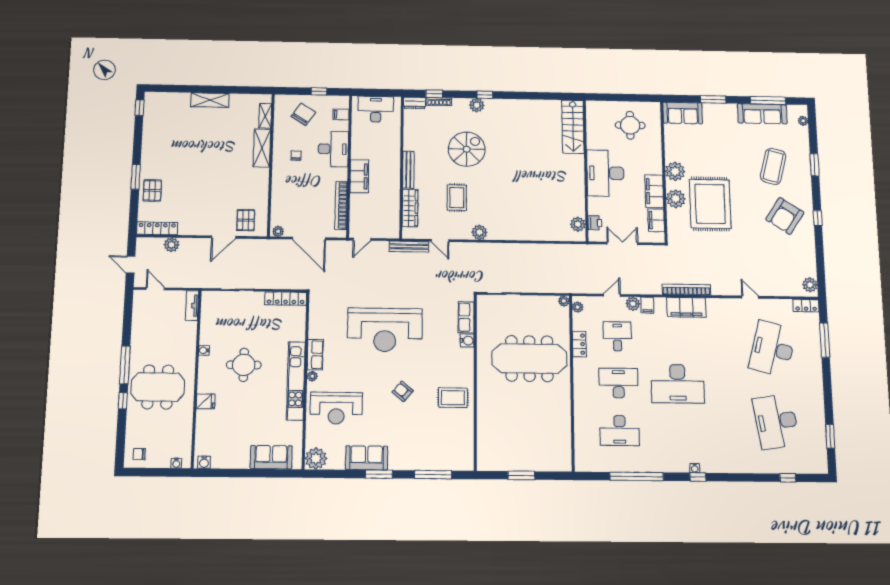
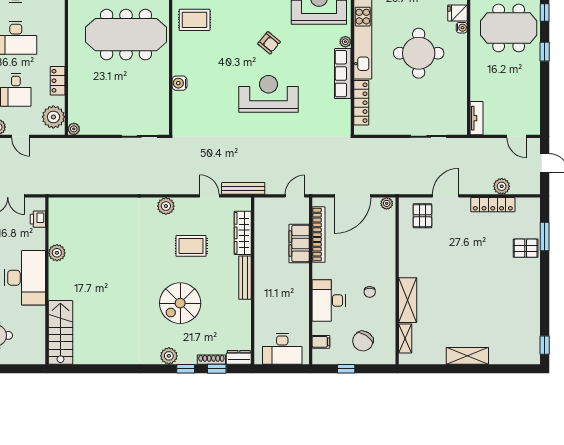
window: (485, 95) -> (186, 369), moved
filing cabinet: (359, 176) -> (299, 243), moved
window: (136, 177) -> (545, 237), moved
pallet: (152, 190) -> (526, 248), turned 90
rug: (457, 198) -> (191, 246), turned 90
plant: (578, 224) -> (57, 253), moved
locker: (157, 228) -> (493, 205), moved
door: (309, 238) -> (353, 196), swing flipped
door: (612, 295) -> (21, 136), hinge flipped
locker: (286, 298) -> (361, 103), moved, turned 90
plant: (578, 307) -> (53, 117), width x1.87, depth x1.87
row of seats: (466, 317) -> (180, 109), removed
reception desk: (385, 330) -> (268, 94), width x0.74, depth x0.77
water cooler: (204, 350) -> (462, 28), moved
row of seats: (315, 355) -> (343, 74), width x1.48
meeting table: (529, 359) -> (126, 35), moved
window: (125, 365) -> (545, 52), width x0.46
round table: (244, 365) -> (419, 53), width x1.36, depth x1.36
armchair: (403, 391) -> (269, 43), moved

